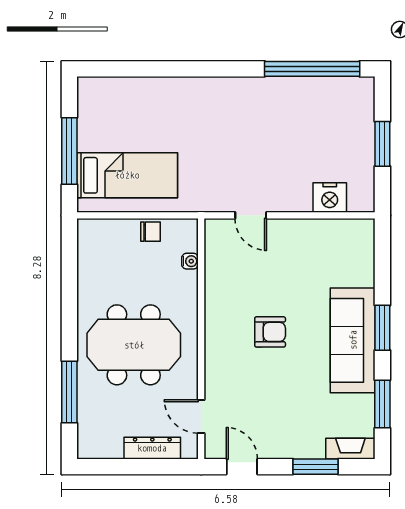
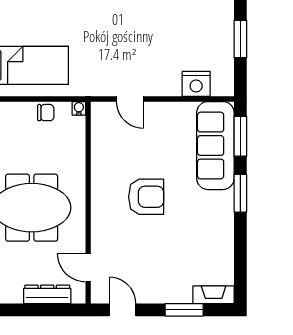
water cooler: (190, 261) -> (79, 108), moved, turned -90
armchair: (270, 332) -> (146, 197), width x1.38, depth x1.38
sofa: (353, 340) -> (215, 146), moved
window: (382, 404) -> (240, 136), moved

